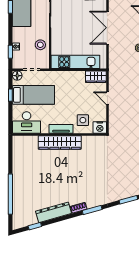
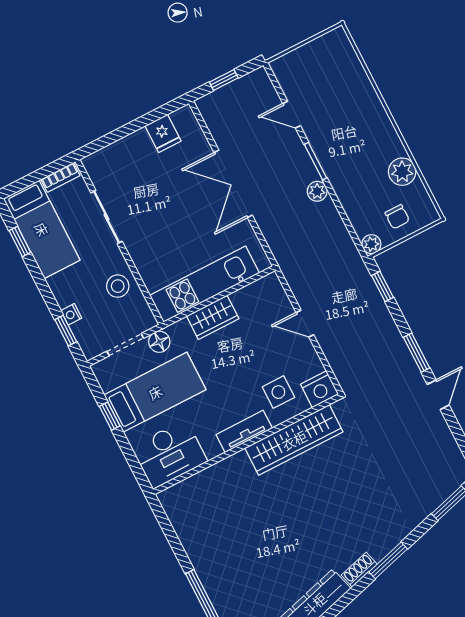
floor lamp: (17, 76) -> (159, 342), moved
wardrobe: (96, 77) -> (213, 317), moved
wardrobe: (60, 142) -> (294, 440), moved

